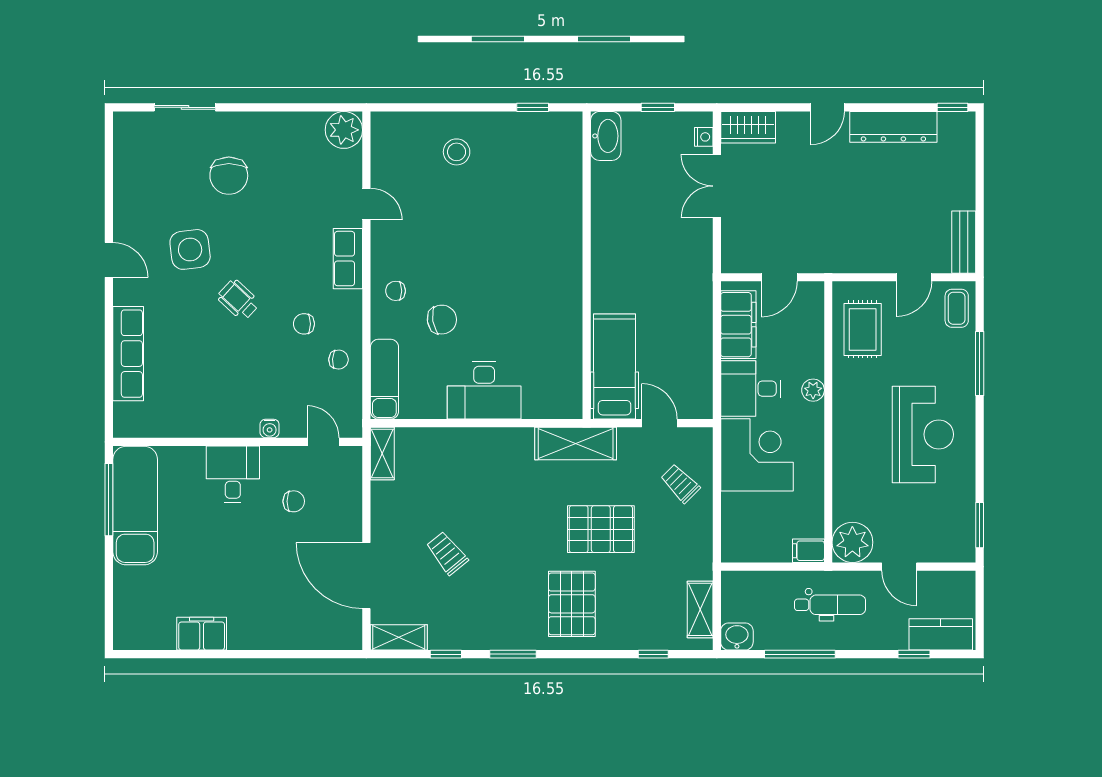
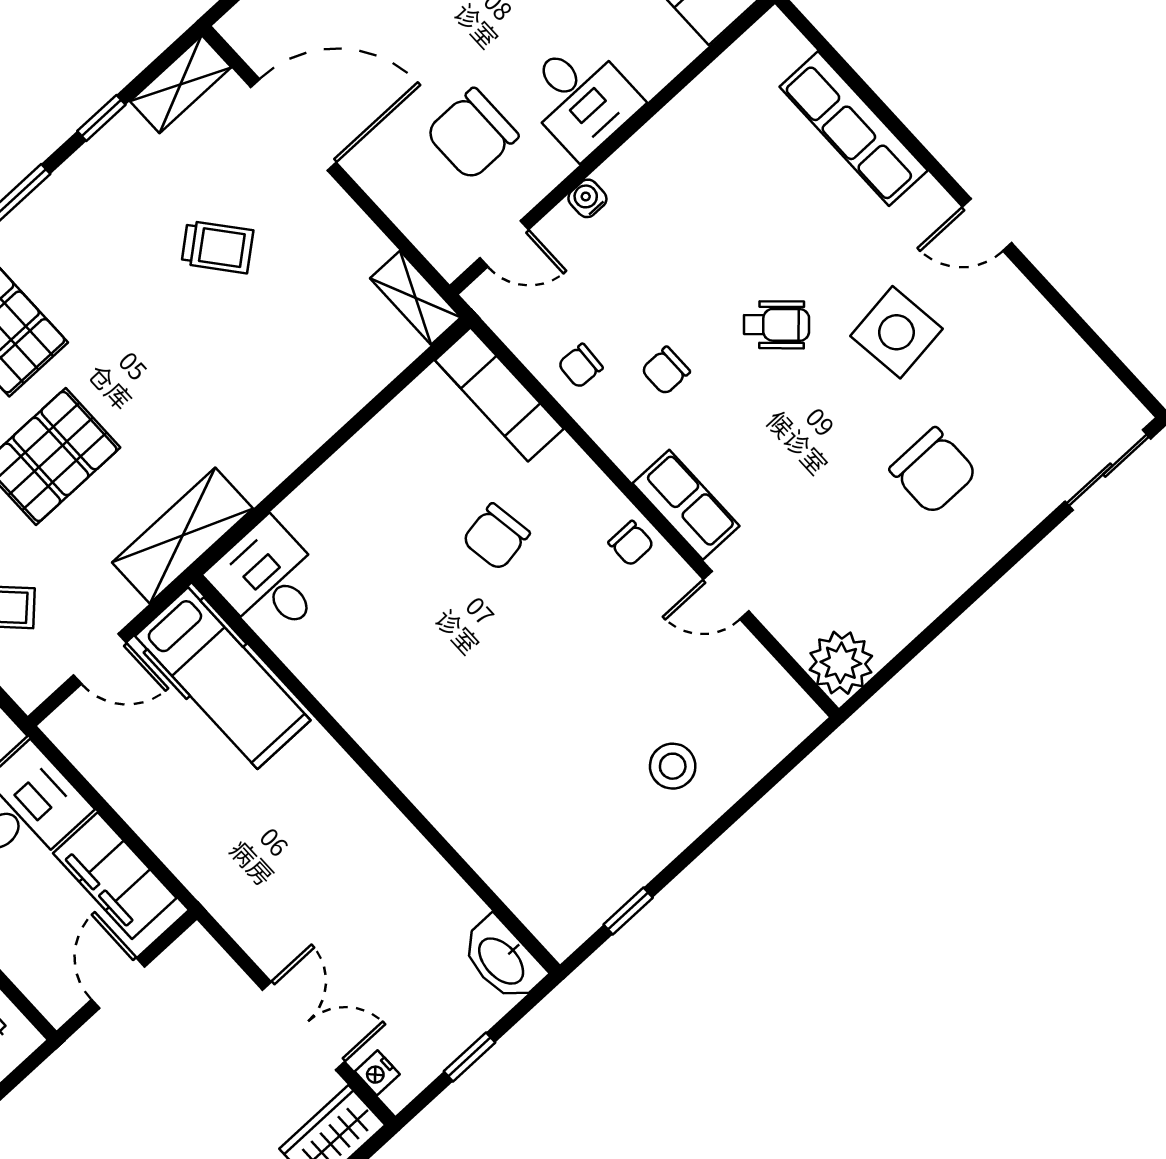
sliding door: (185, 107) -> (1108, 470), moved
chair: (229, 176) -> (933, 471), turned 180
chair: (396, 291) -> (631, 543), moved, turned 90
chair: (304, 324) -> (666, 371), turned 180
desk: (484, 390) -> (269, 580), moved, width x0.73
chair: (294, 501) -> (472, 134), width x1.87, depth x1.87

